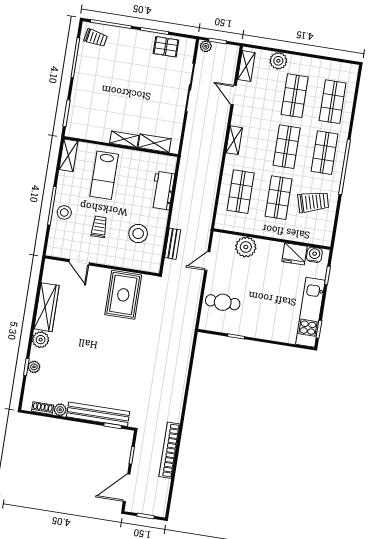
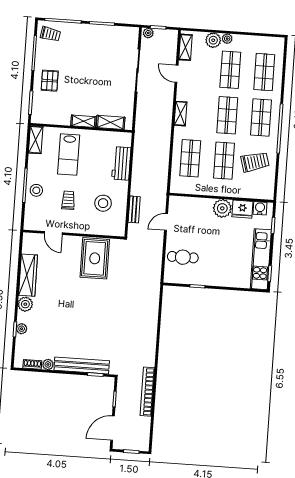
pallet: (166, 47) -> (50, 81), moved, turned 90
plant: (294, 60) -> (227, 39), added
plant: (246, 247) -> (222, 208), moved

